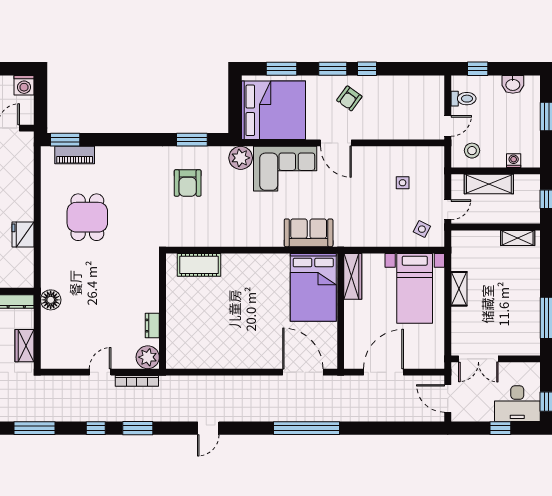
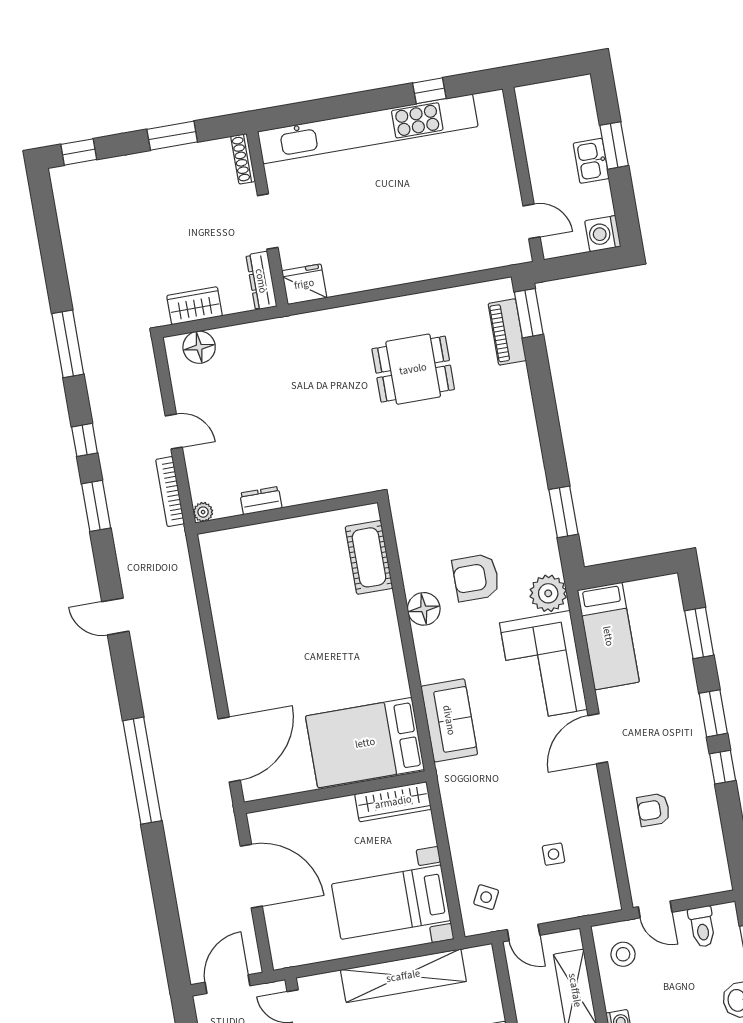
armchair: (349, 98) -> (653, 810), moved, turned -36
bed: (274, 110) -> (608, 636), width x0.49
armchair: (188, 183) -> (476, 578), moved
fridge: (23, 235) -> (304, 284), moved
floor lamp: (237, 237) -> (424, 609), added
shelving: (459, 289) -> (403, 976), width x2.20, depth x1.33
floor lamp: (51, 300) -> (199, 347), moved
plant: (148, 357) -> (203, 512), width x0.53, depth x0.53

